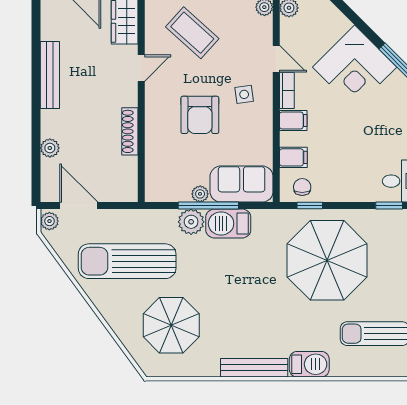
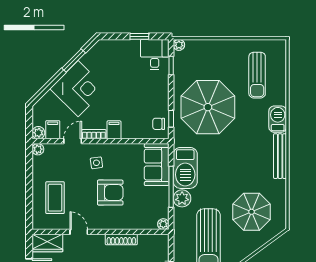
coffee table: (192, 33) -> (55, 198), turned -42
filing cabinet: (293, 157) -> (53, 130), moved
plant: (200, 194) -> (163, 224), moved
barbecue: (228, 224) -> (185, 168), width x1.37, depth x1.21

